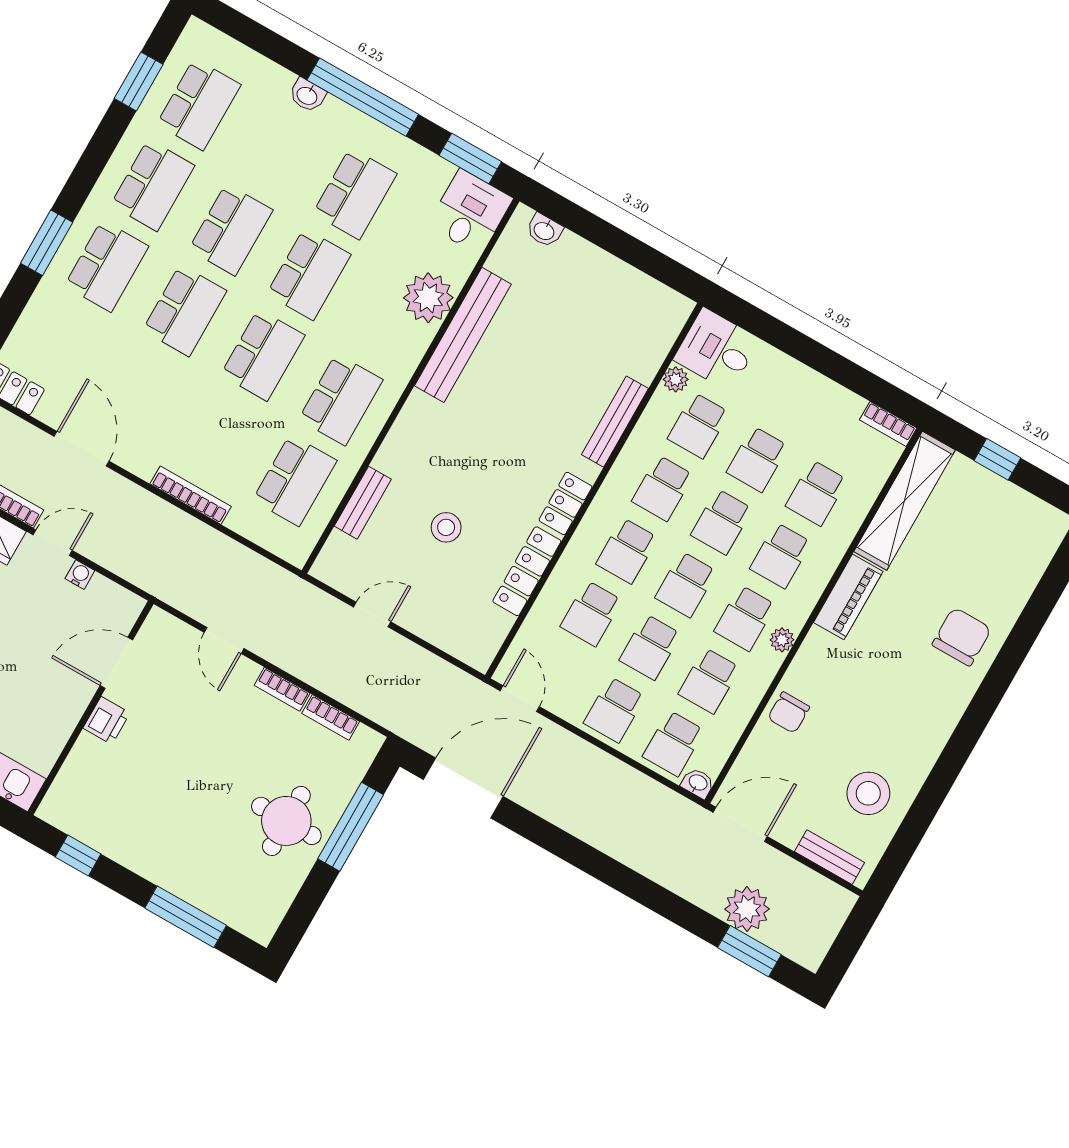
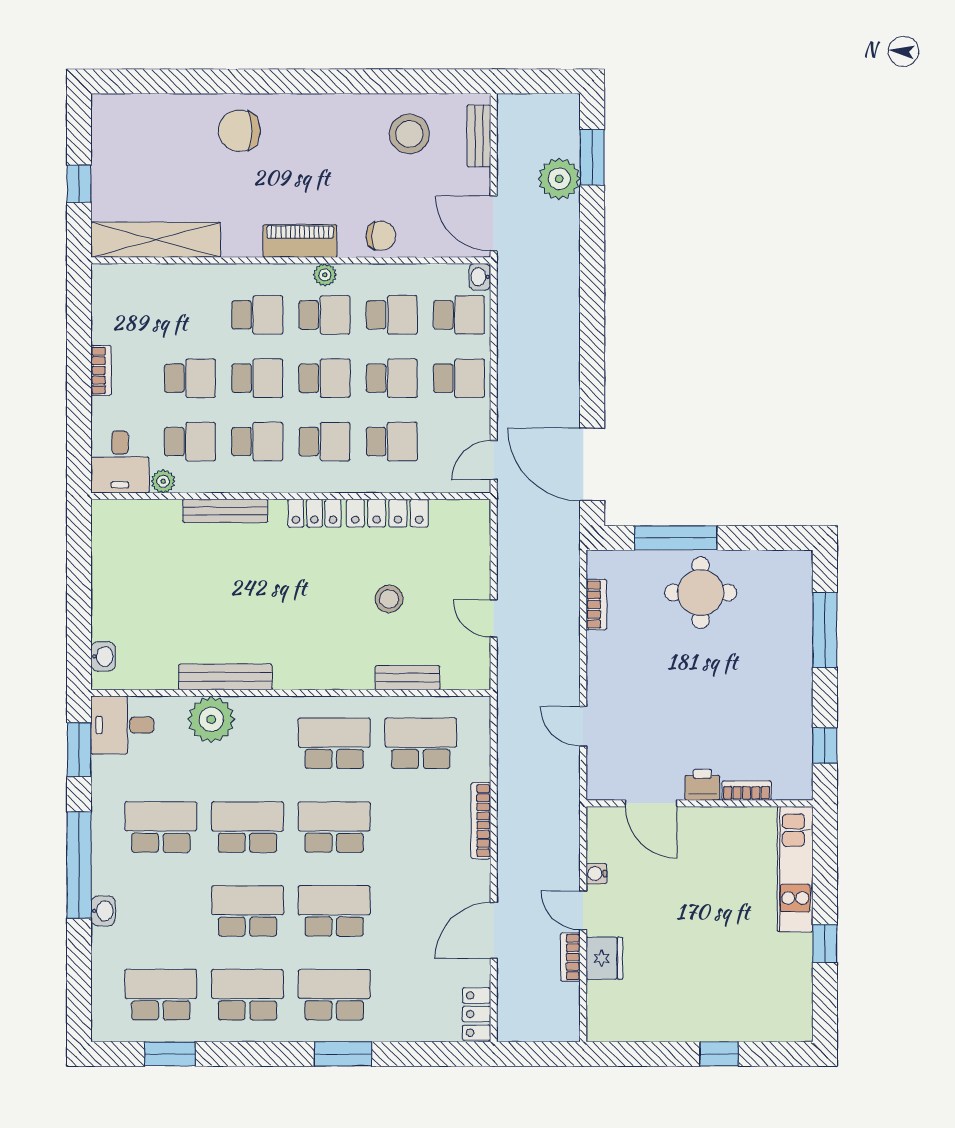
bench: (463, 335) -> (225, 677), width x0.73, depth x0.82
bookcase: (888, 424) -> (101, 370), moved
school desk: (816, 493) -> (190, 315), removed
piano: (848, 597) -> (300, 241), moved
door: (224, 640) -> (583, 726), swing flipped
bookcase: (282, 689) -> (746, 791), moved, turned -90

